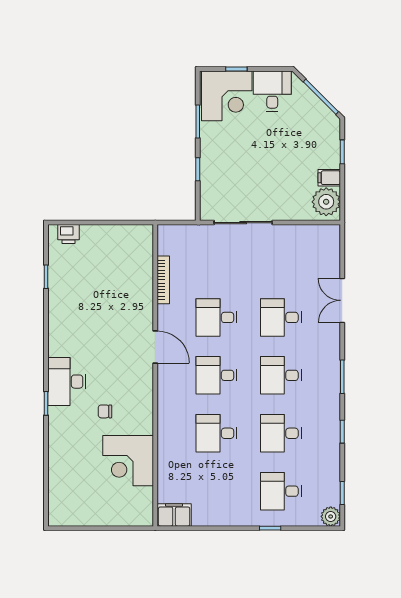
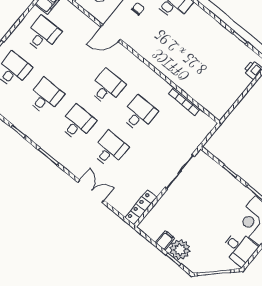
plant: (326, 202) -> (180, 250), moved
locker: (315, 233) -> (141, 207), added
door: (155, 347) -> (111, 33), moved
desk: (217, 433) -> (43, 34), moved

